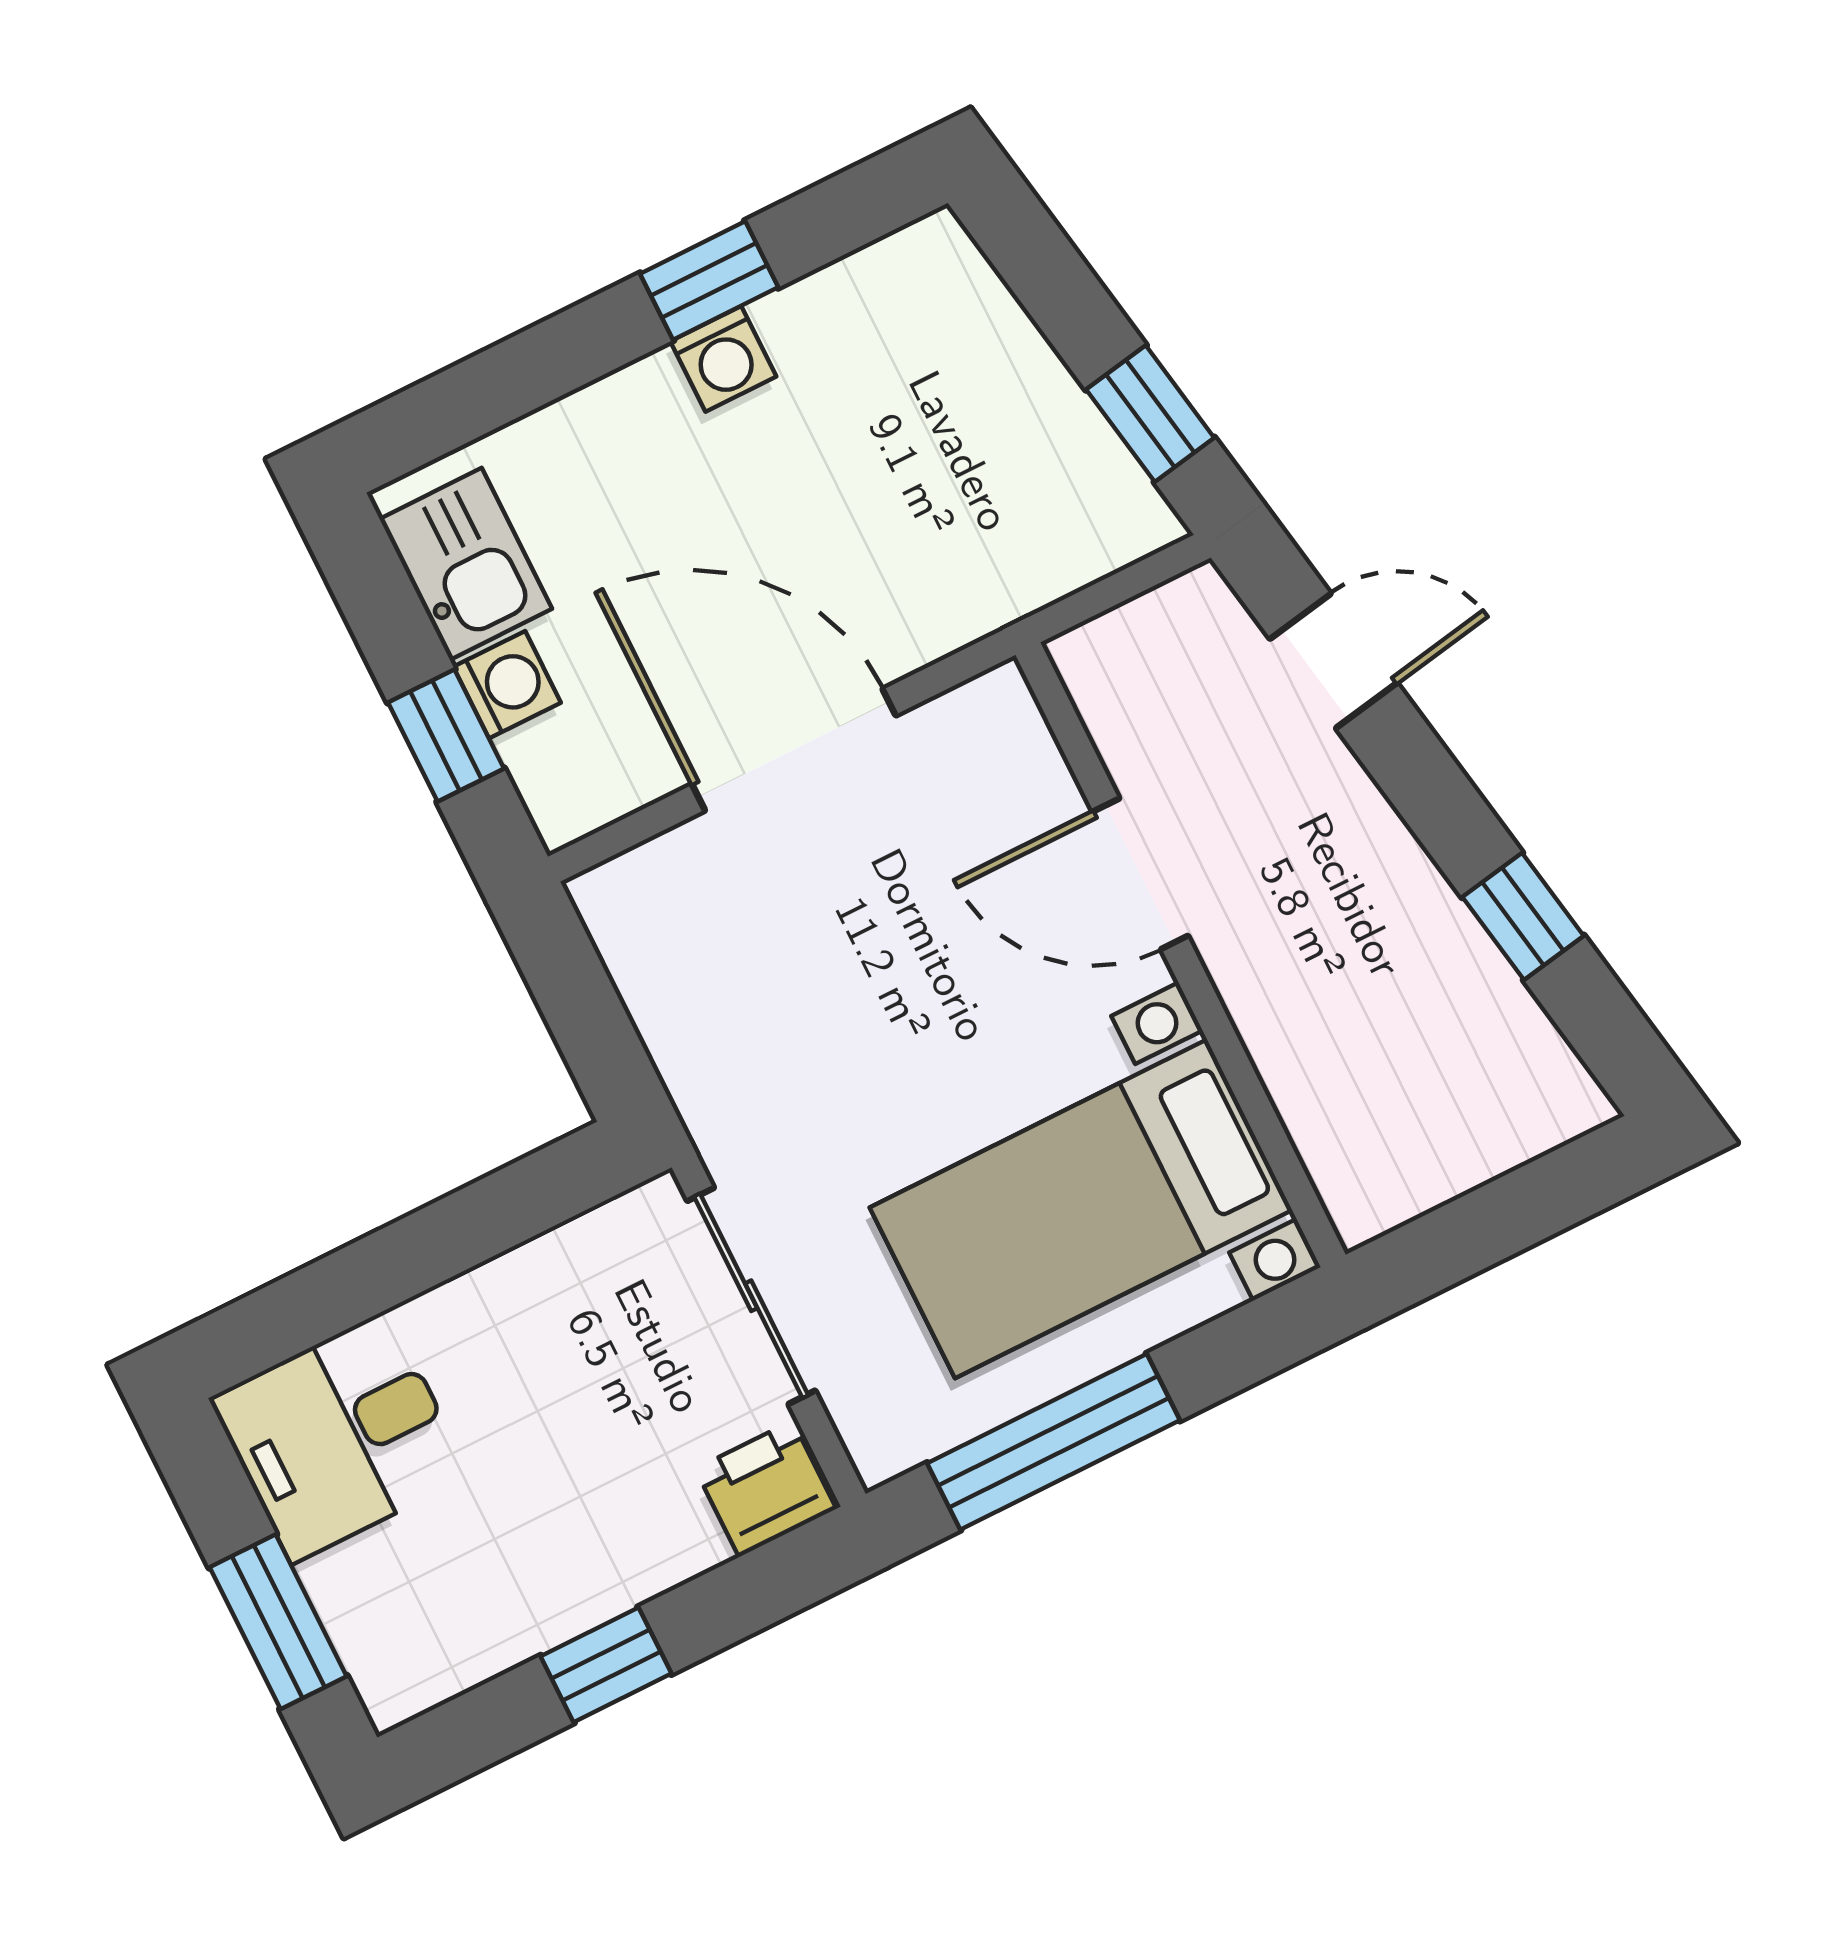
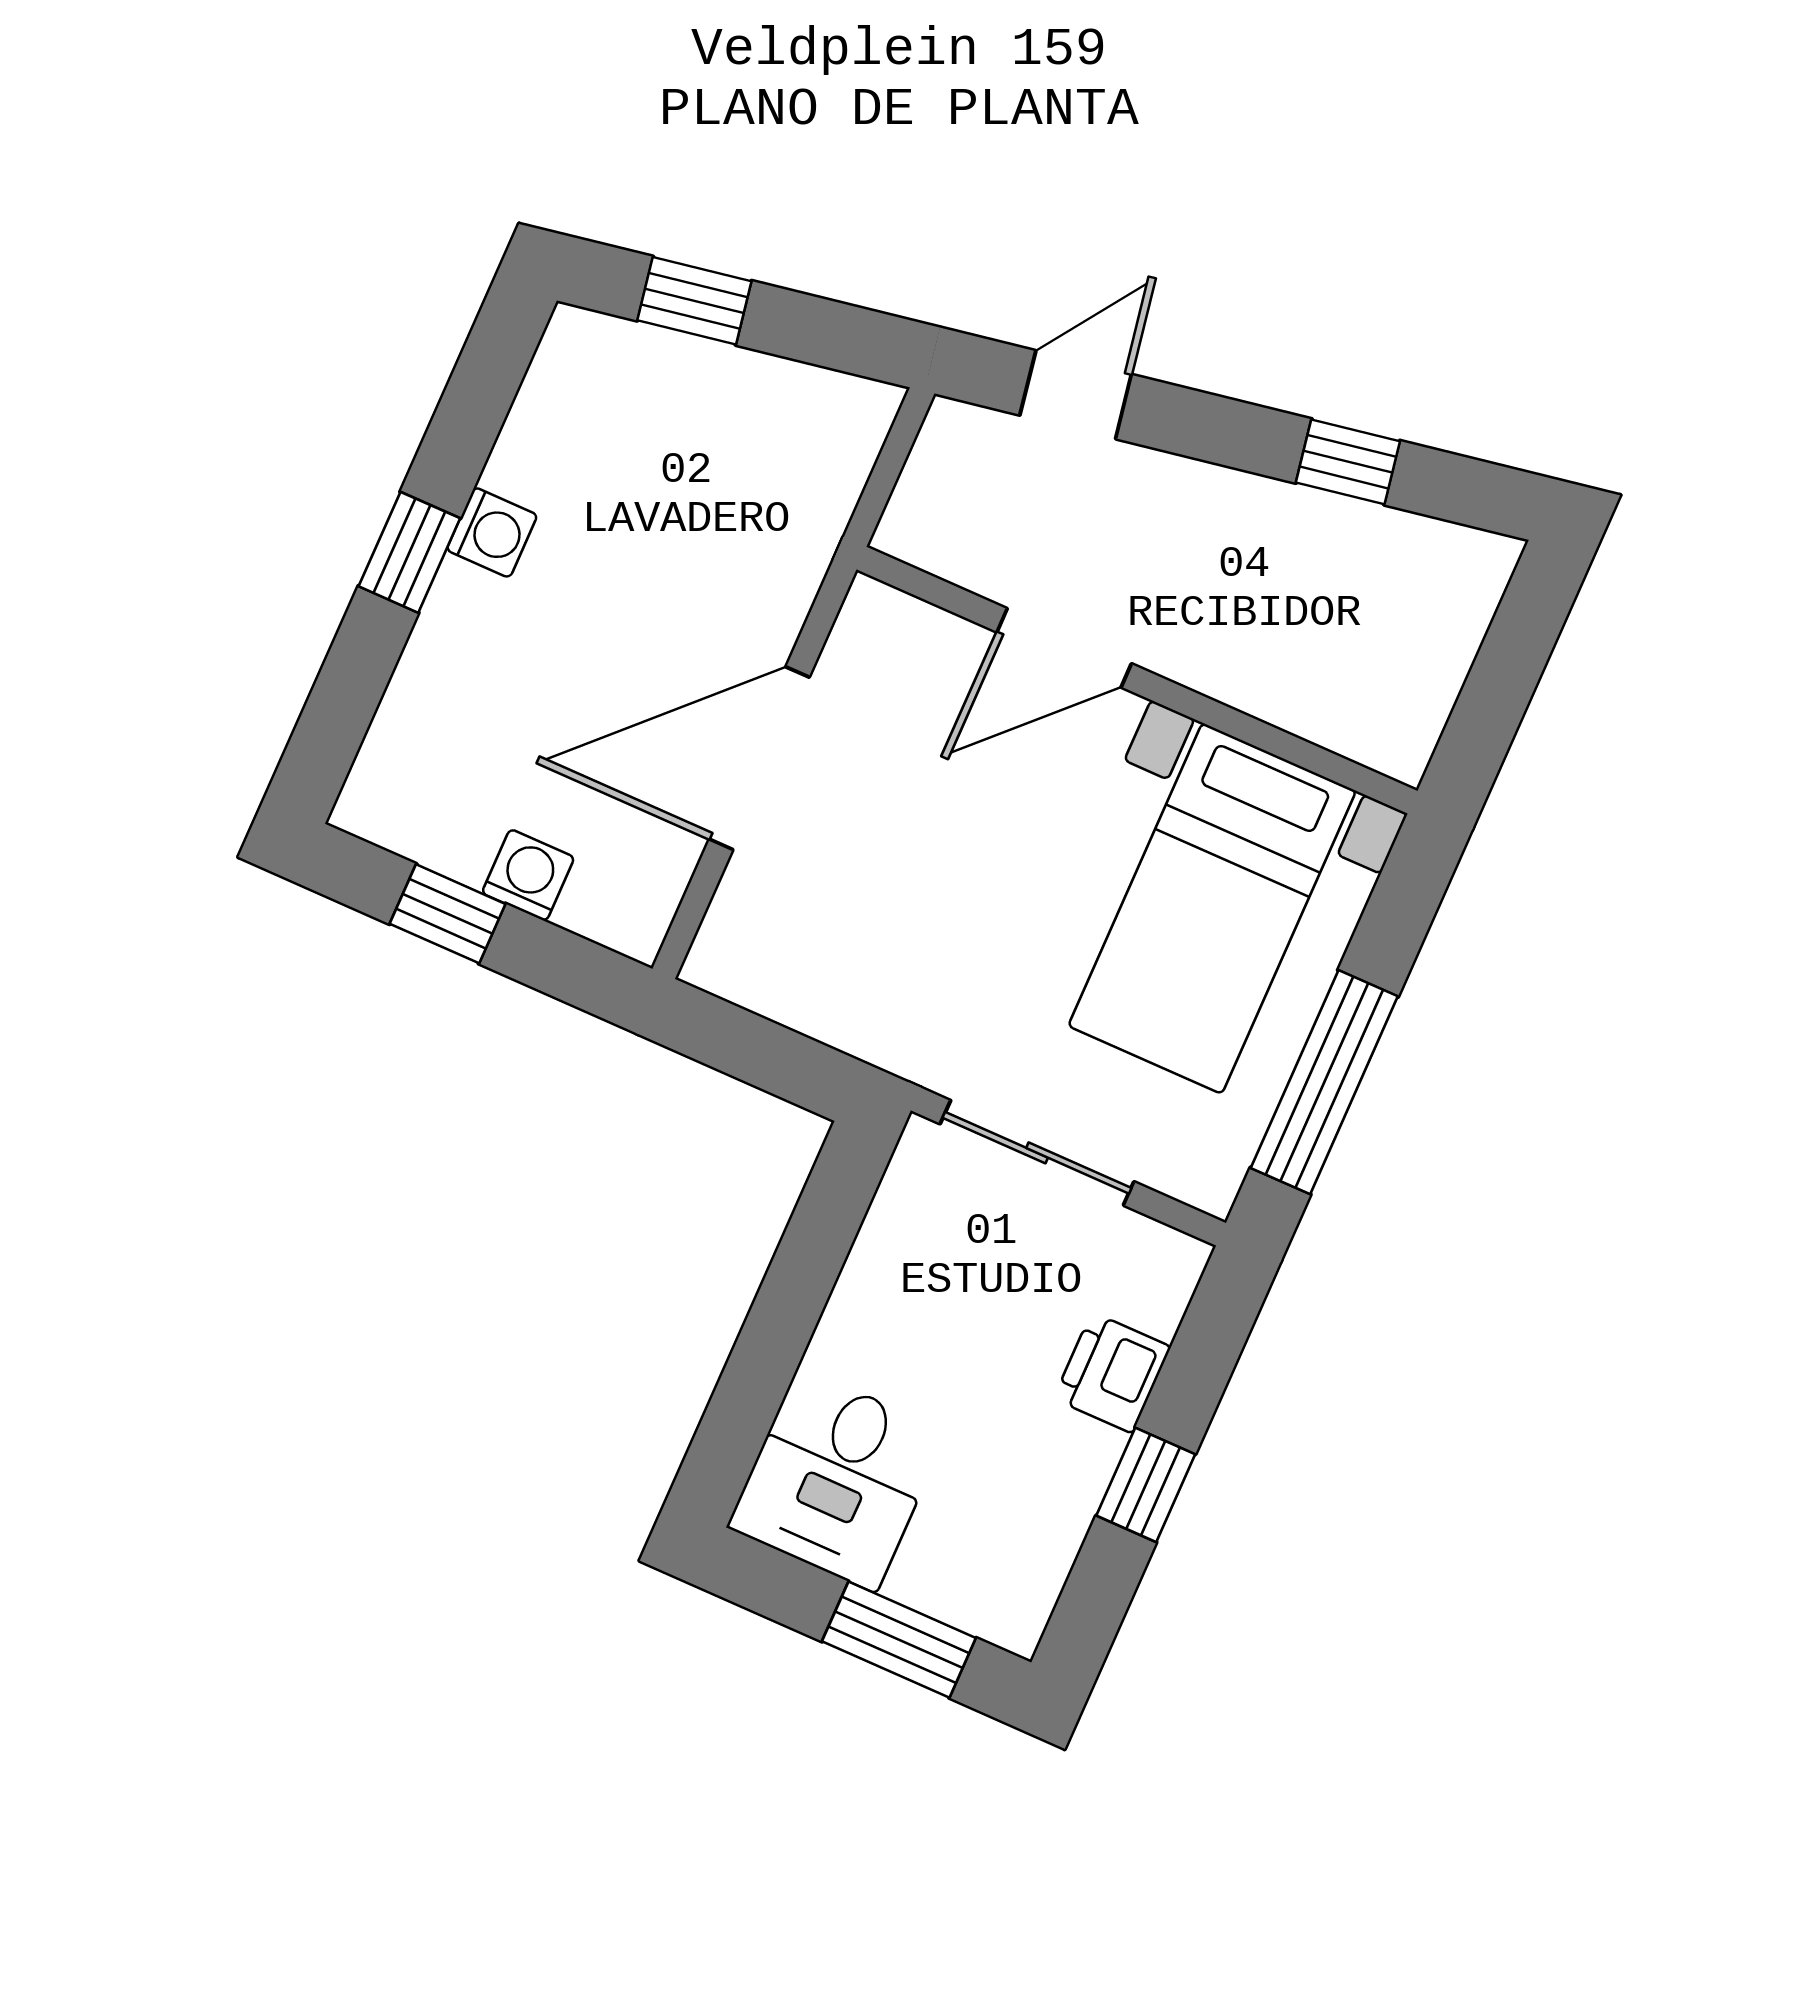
window: (709, 280) -> (409, 552), moved
window: (1150, 414) -> (694, 301), moved
kitchen sink: (466, 564) -> (432, 816), removed
window: (446, 736) -> (448, 914), moved
printer: (766, 1489) -> (1112, 1373), moved

